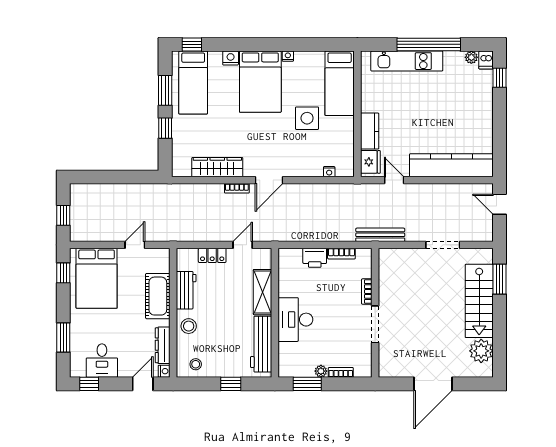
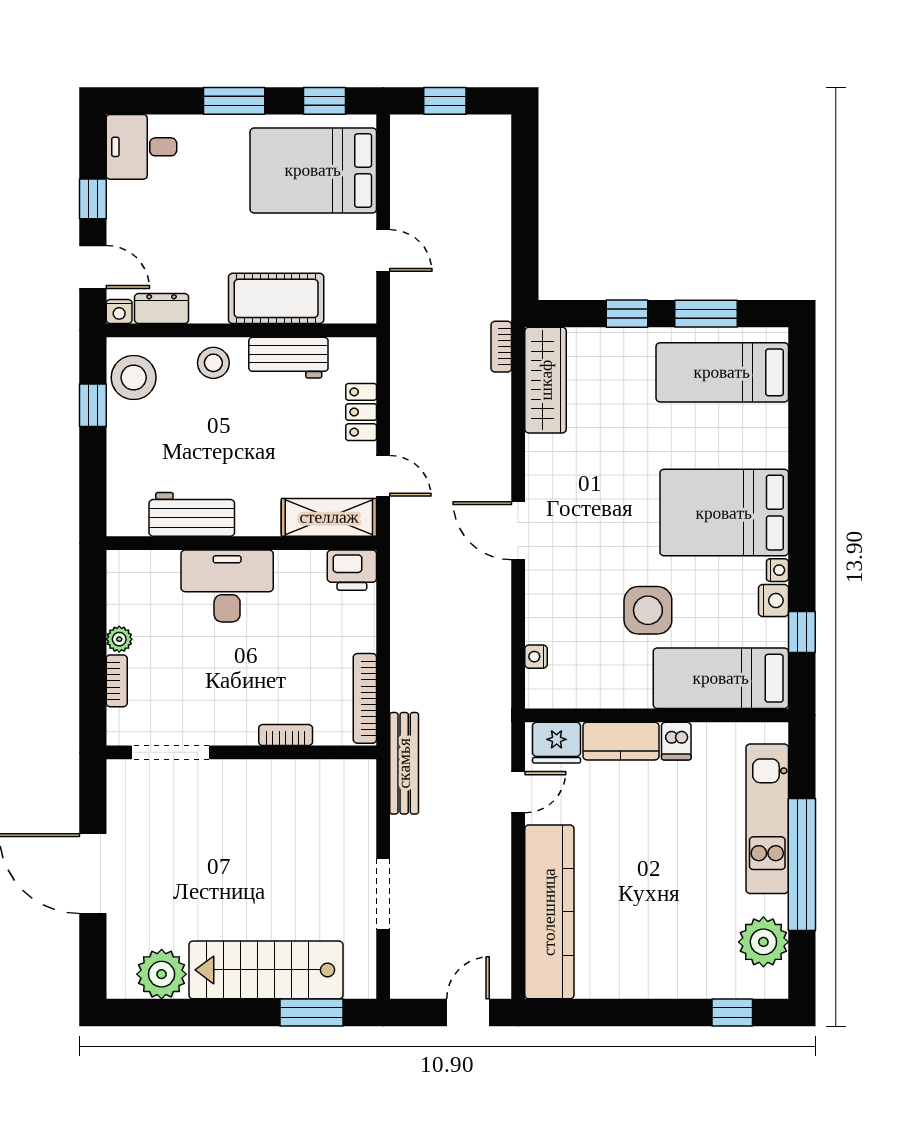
window: (192, 44) -> (802, 632), moved
plant: (471, 57) -> (763, 942), width x1.88, depth x1.88
nightstand: (231, 58) -> (774, 601), moved
dishwasher: (486, 60) -> (676, 741), moved, turned -90
wardrobe: (217, 167) -> (546, 380), moved
bookcase: (237, 188) -> (501, 347), moved
bookcase: (341, 254) -> (365, 698), width x1.56
printer: (315, 258) -> (352, 570), moved, turned -90
shelving: (263, 292) -> (329, 517), moved
doorway: (375, 324) -> (170, 752), moved
window: (63, 338) -> (234, 101), moved
workbench: (261, 344) -> (192, 514), width x0.73
dresser: (163, 345) -> (162, 309), width x0.70
desk: (102, 361) -> (141, 147), moved
stool: (196, 364) -> (134, 378), width x1.89, depth x1.89
window: (89, 384) -> (93, 199), moved
window: (231, 384) -> (93, 405), moved
window: (307, 384) -> (93, 611), removed

